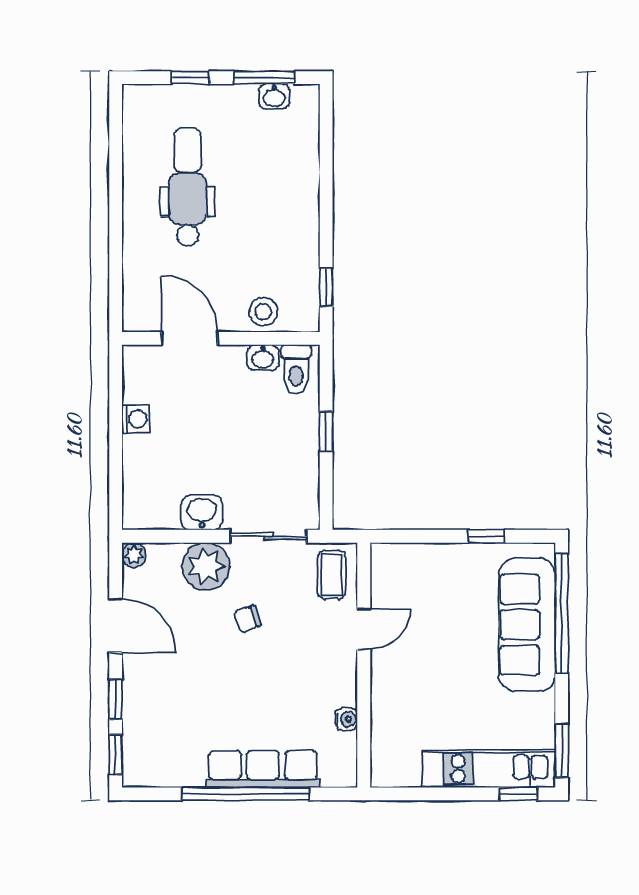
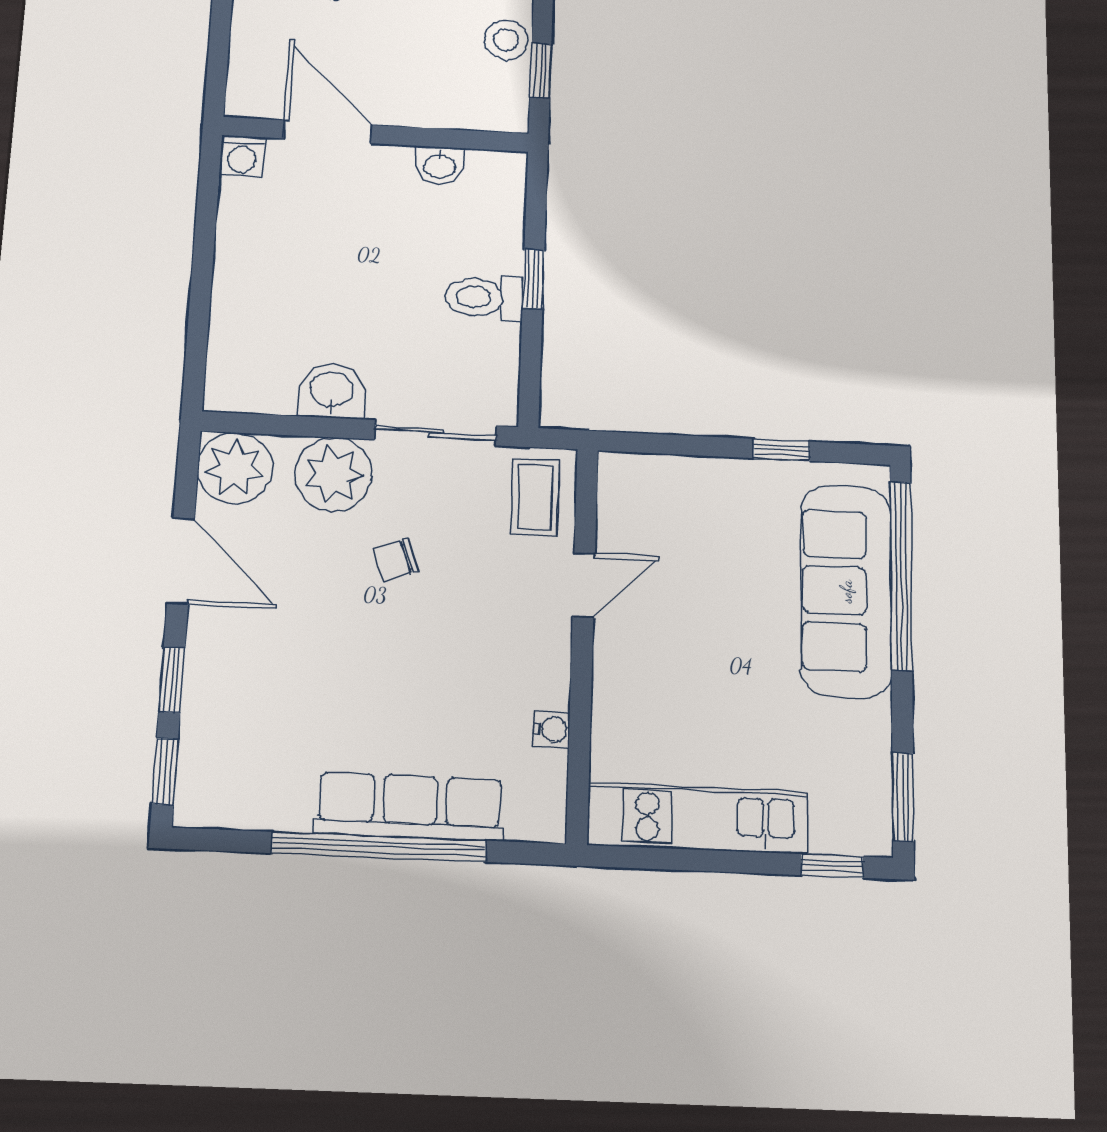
stool: (263, 312) -> (506, 40), moved
toilet: (296, 369) -> (484, 298), moved, turned 90
washing machine: (136, 419) -> (242, 156), moved, turned 90
plant: (134, 555) -> (235, 468), width x1.88, depth x1.88
kitchen unit: (489, 769) -> (698, 818), moved

